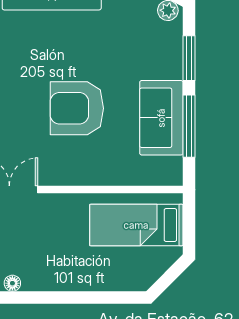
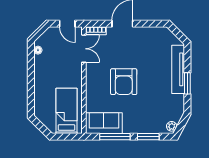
armchair: (77, 108) -> (124, 82), turned 180
sofa: (161, 118) -> (104, 123), moved

